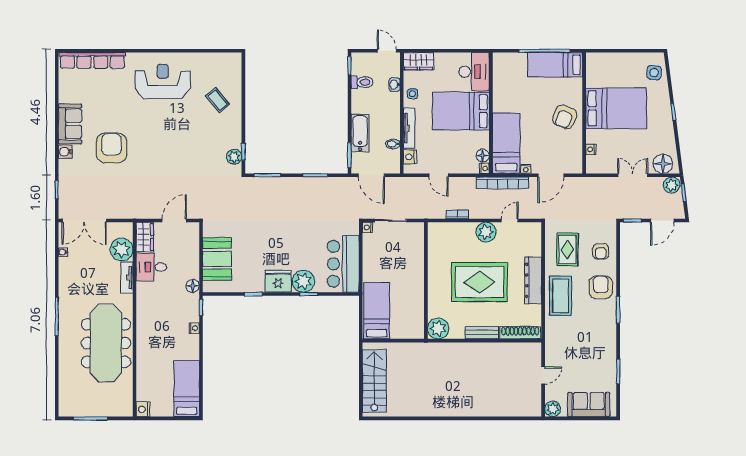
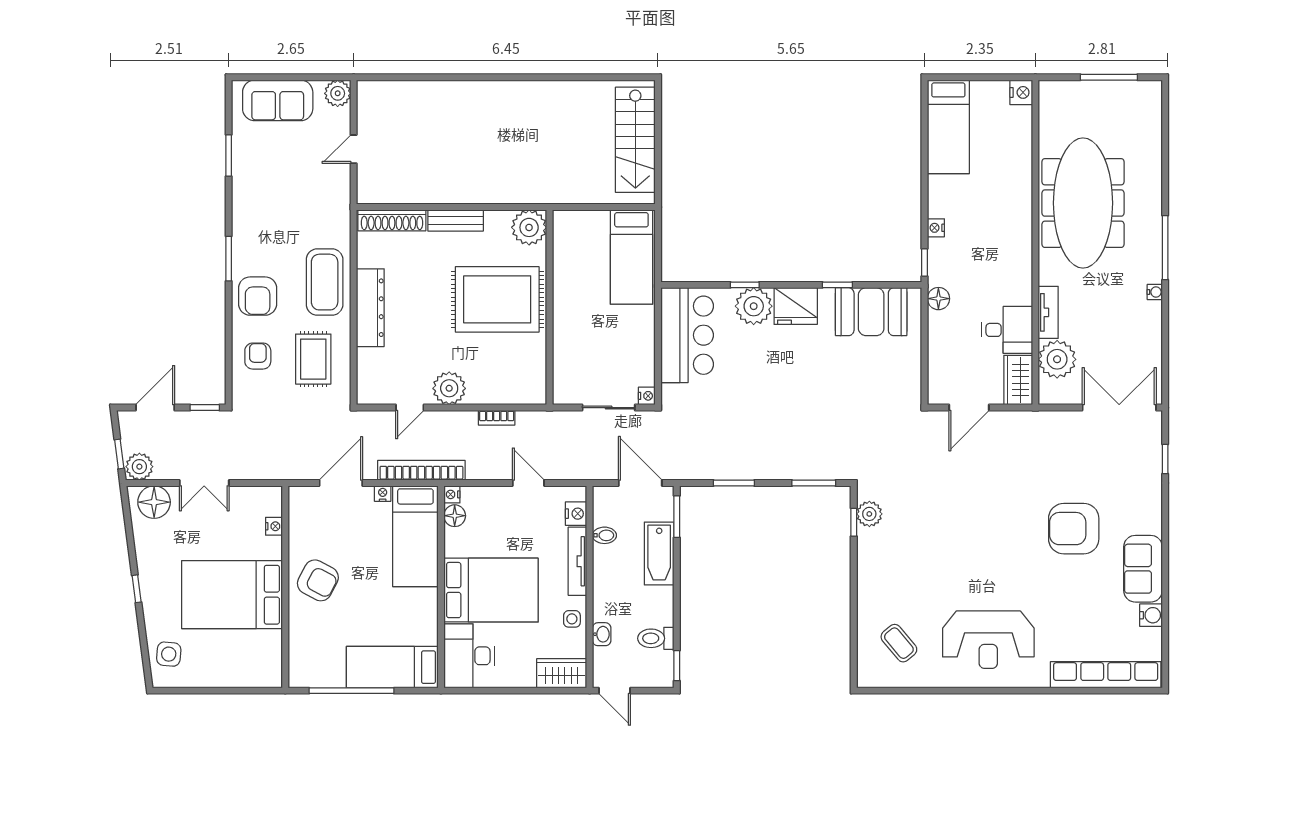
bed: (555, 65) -> (392, 667), moved, turned 180
coffee table: (218, 100) -> (899, 643), moved
armchair: (565, 117) -> (318, 580), turned 96
armchair: (112, 148) -> (1074, 529), turned 90
water cooler: (65, 152) -> (1151, 615), moved
water cooler: (63, 252) -> (1155, 292), moved
booth: (217, 259) -> (871, 312), moved, turned 90
rug: (479, 282) -> (497, 299), moved

